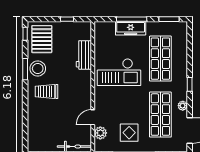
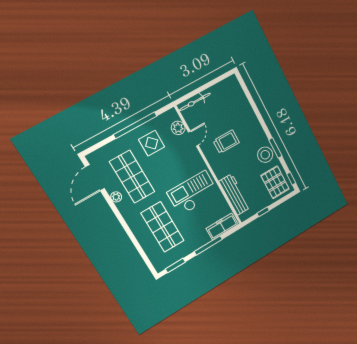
freezer: (131, 28) -> (222, 226), moved
workbench: (84, 55) -> (235, 195), width x1.38
window: (190, 84) -> (121, 220), removed
trolley: (47, 91) -> (226, 142), moved

